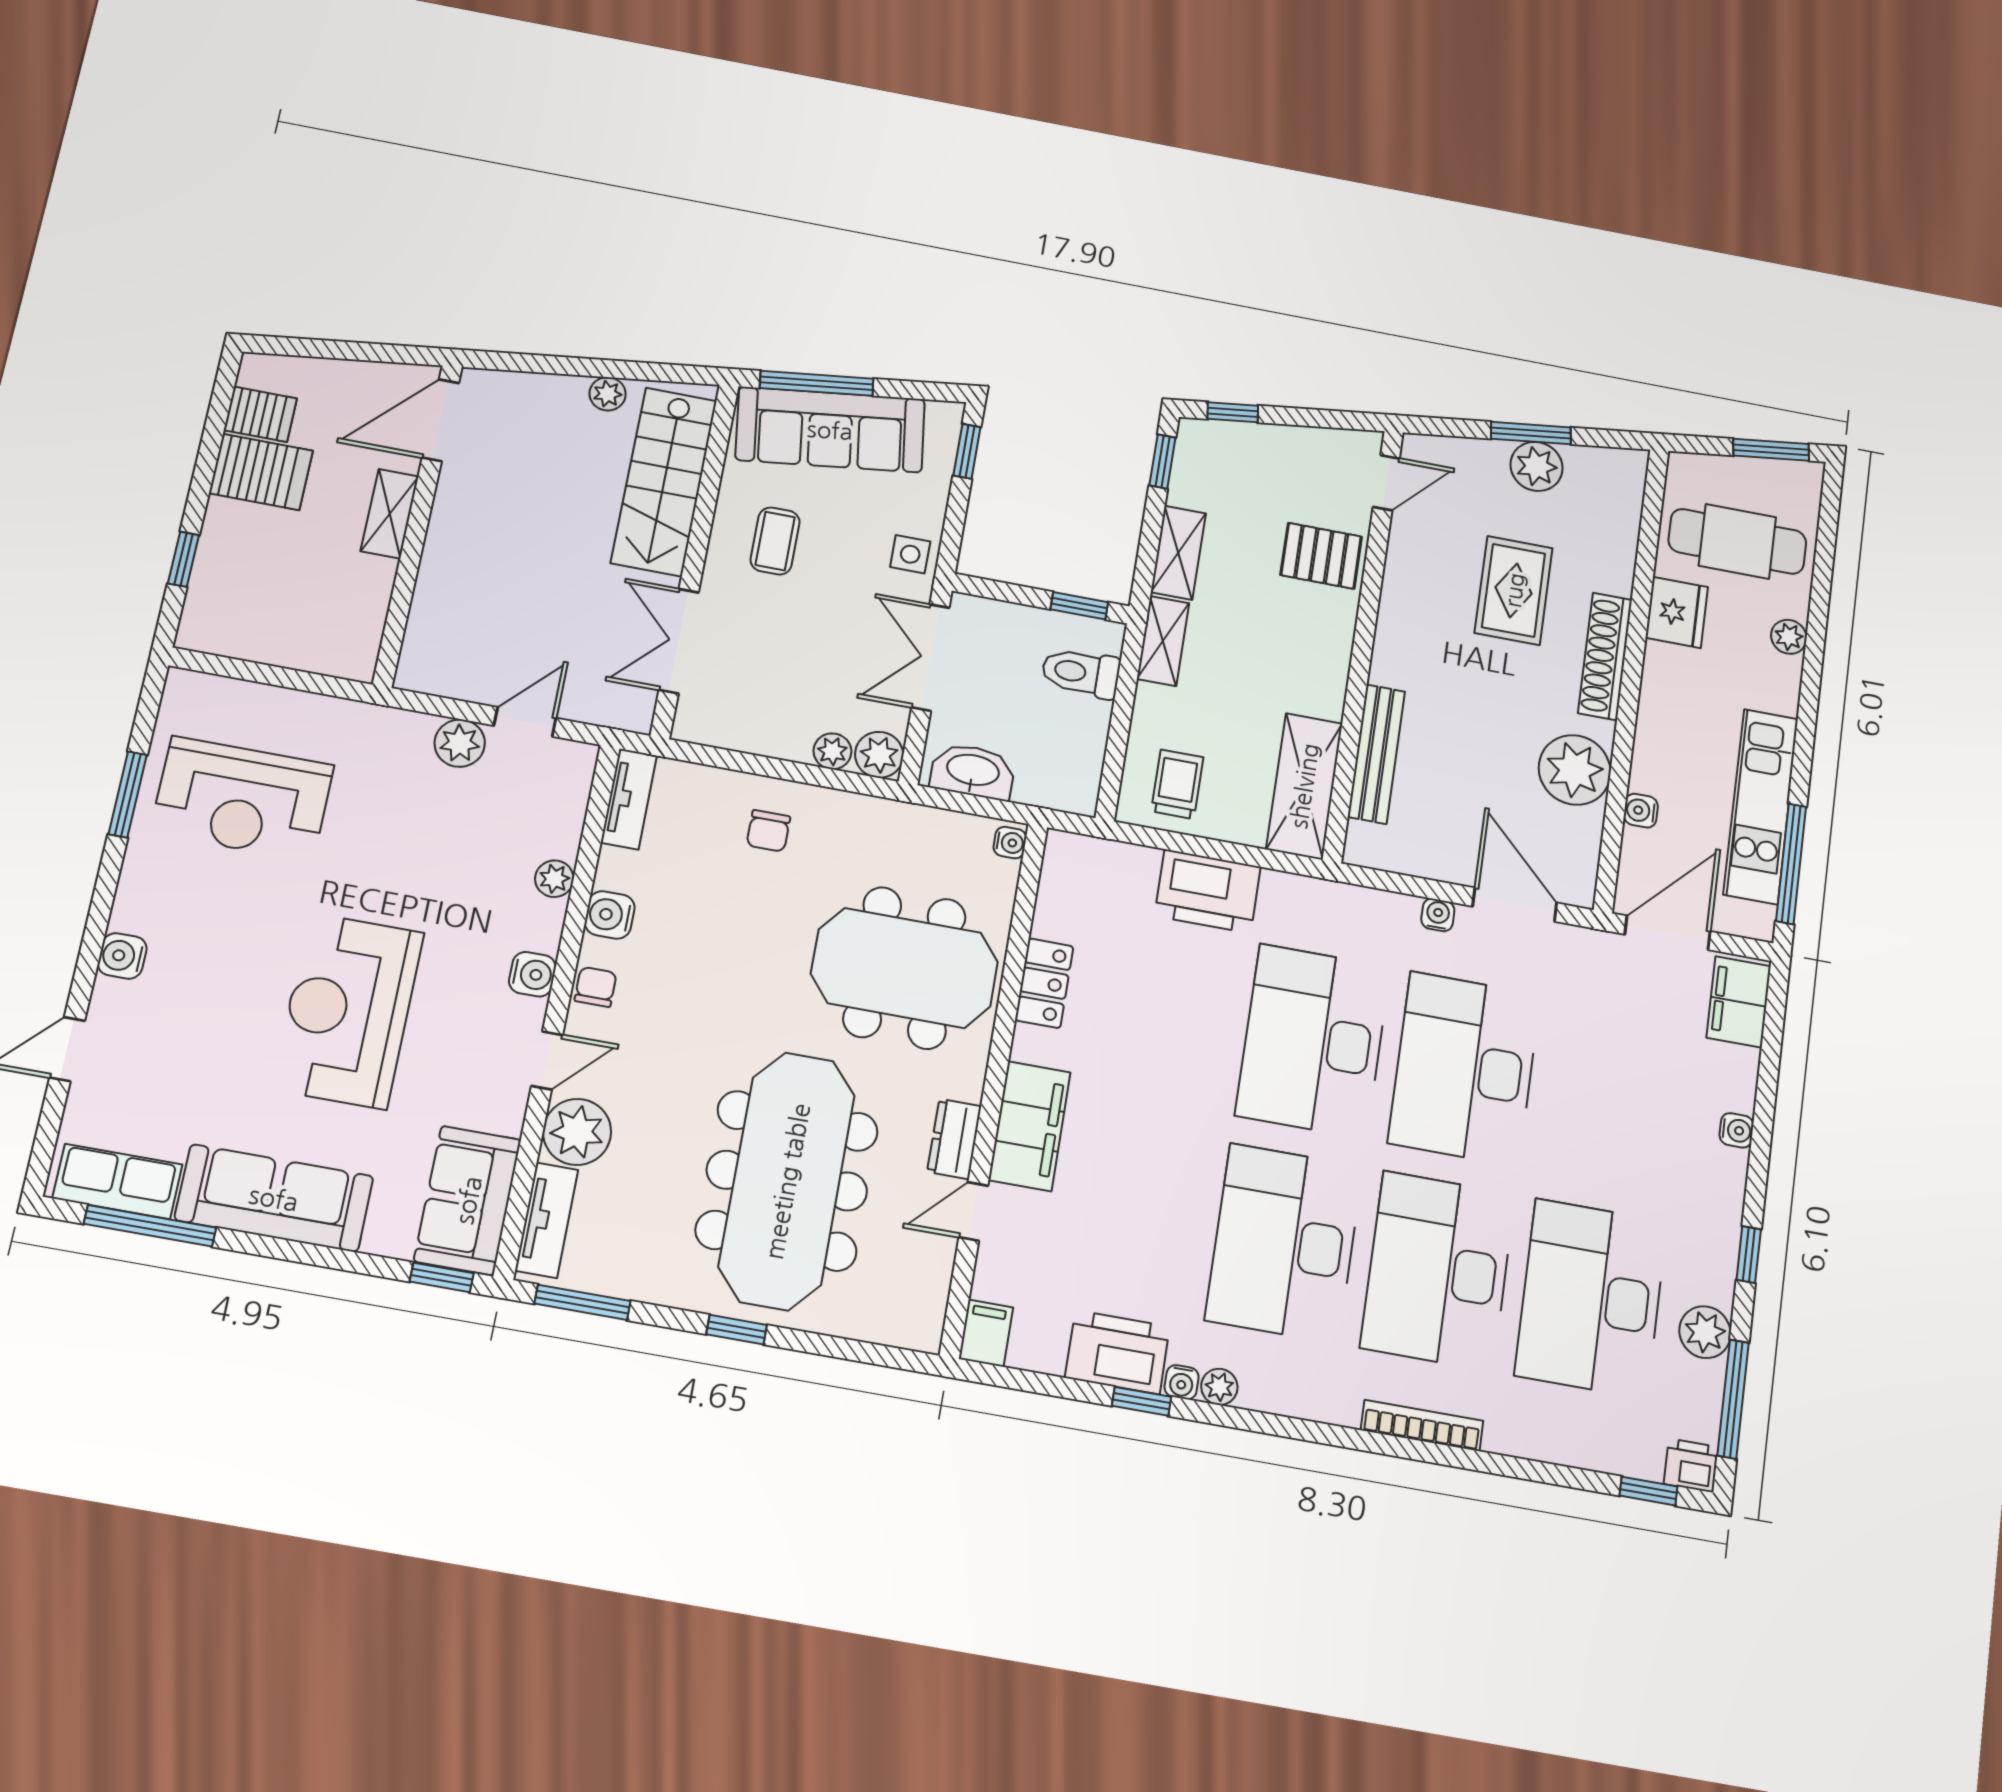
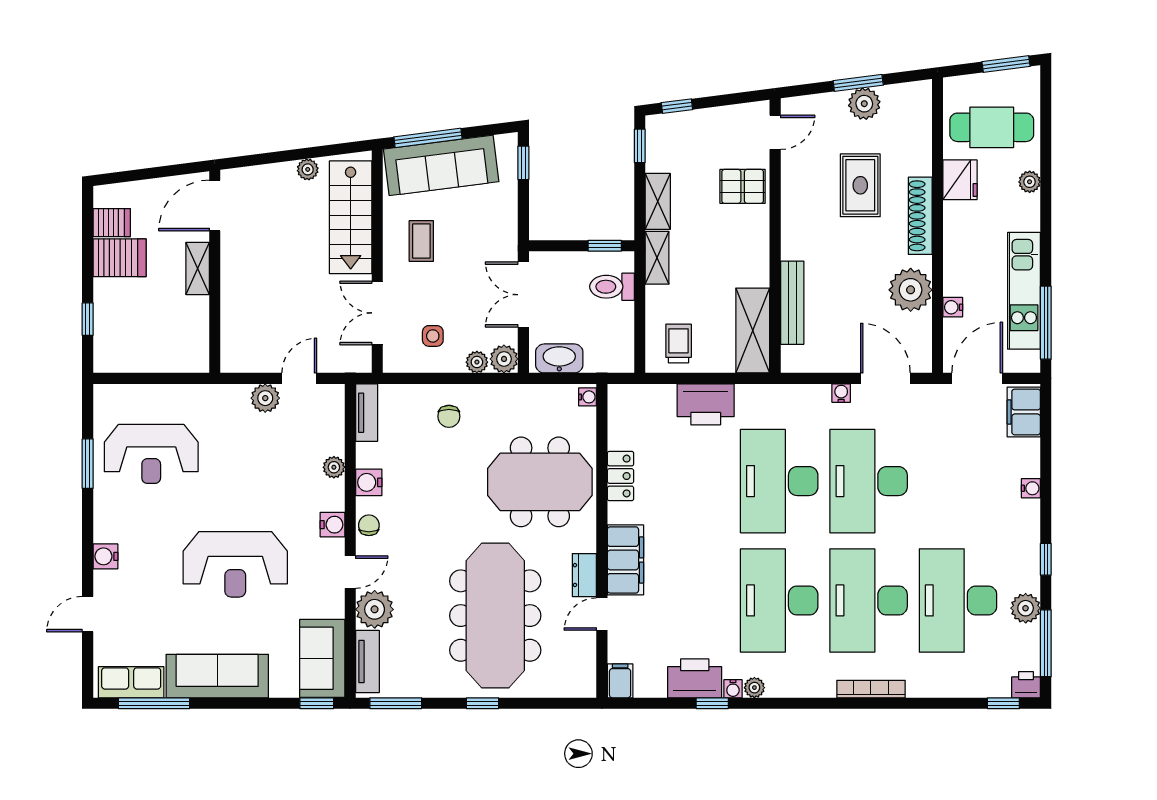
side table: (910, 554) -> (433, 336), moved
reception desk: (348, 1011) -> (235, 564), turned -90

